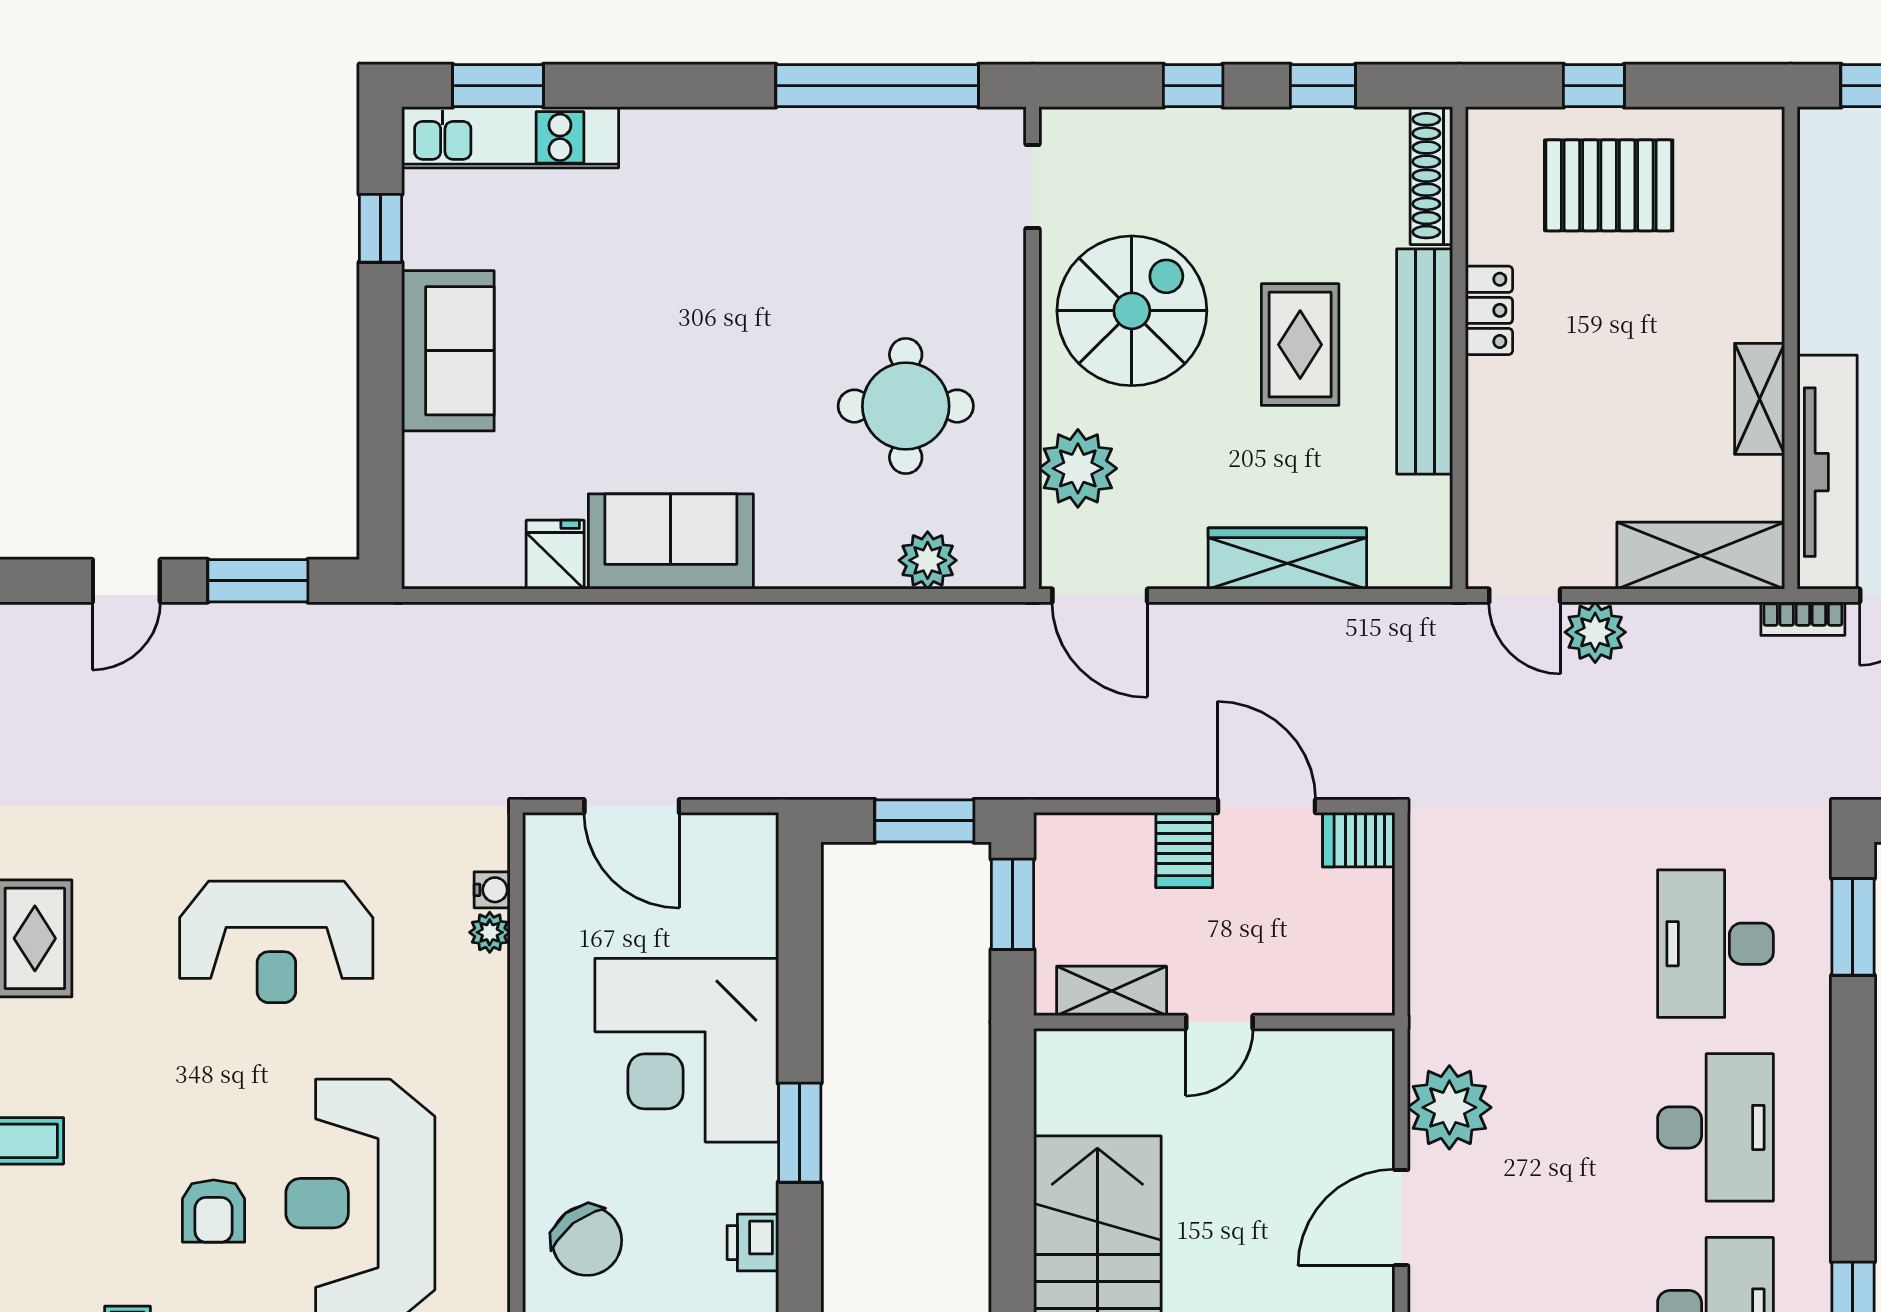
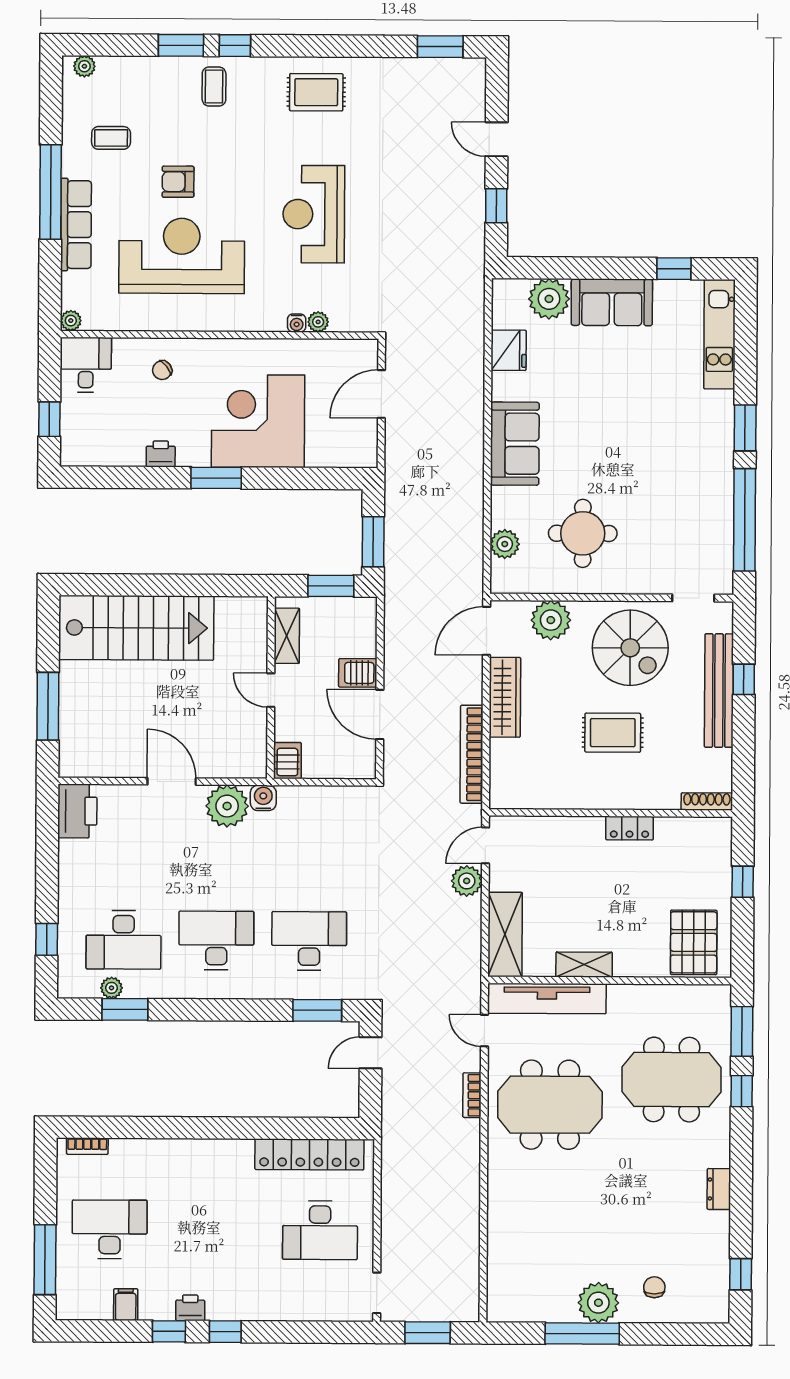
window: (498, 86) -> (745, 428), moved
window: (1323, 86) -> (743, 745), removed
shoe rack: (1431, 176) -> (707, 802), width x0.74, depth x0.81
pallet: (1609, 185) -> (694, 942), moved
bench: (1425, 361) -> (719, 691), moved, turned 90
plant: (442, 475) -> (549, 299), added
sofa: (671, 541) -> (515, 444), moved
fridge: (555, 555) -> (509, 350), width x1.38
wardrobe: (1287, 559) -> (505, 697), moved
window: (258, 581) -> (496, 206), width x0.67
bookcase: (1803, 619) -> (472, 754), moved, width x2.31, depth x1.31
door: (1266, 806) -> (380, 714), swing flipped
server rack: (1359, 840) -> (287, 761), moved
water cooler: (492, 890) -> (297, 323), moved
water cooler: (1433, 1036) -> (263, 798), added
desk: (1715, 1127) -> (216, 940), turned 180
chair: (587, 1241) -> (162, 370), width x0.54, depth x0.54

